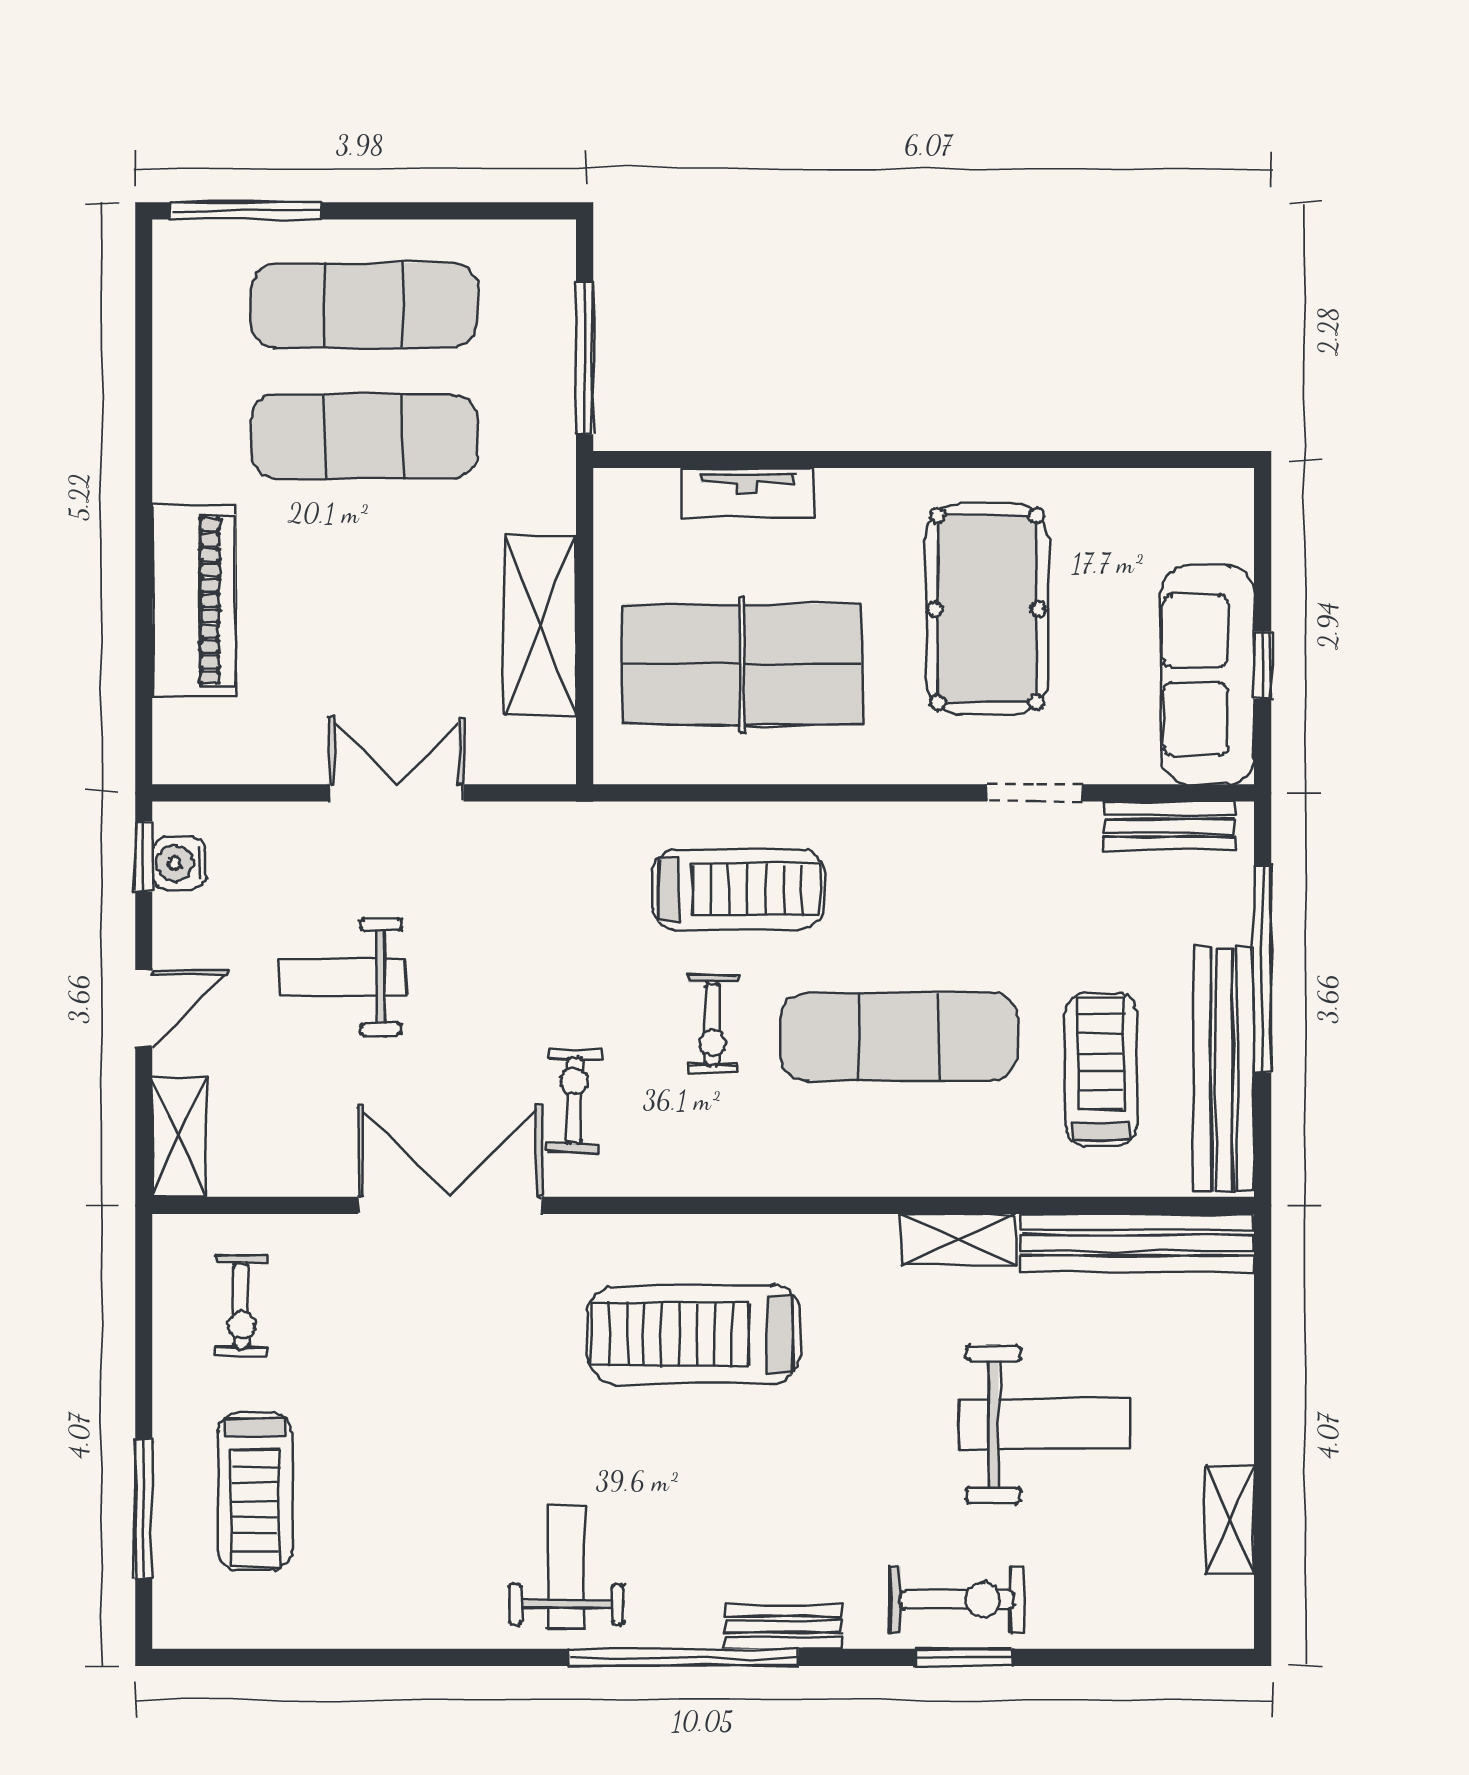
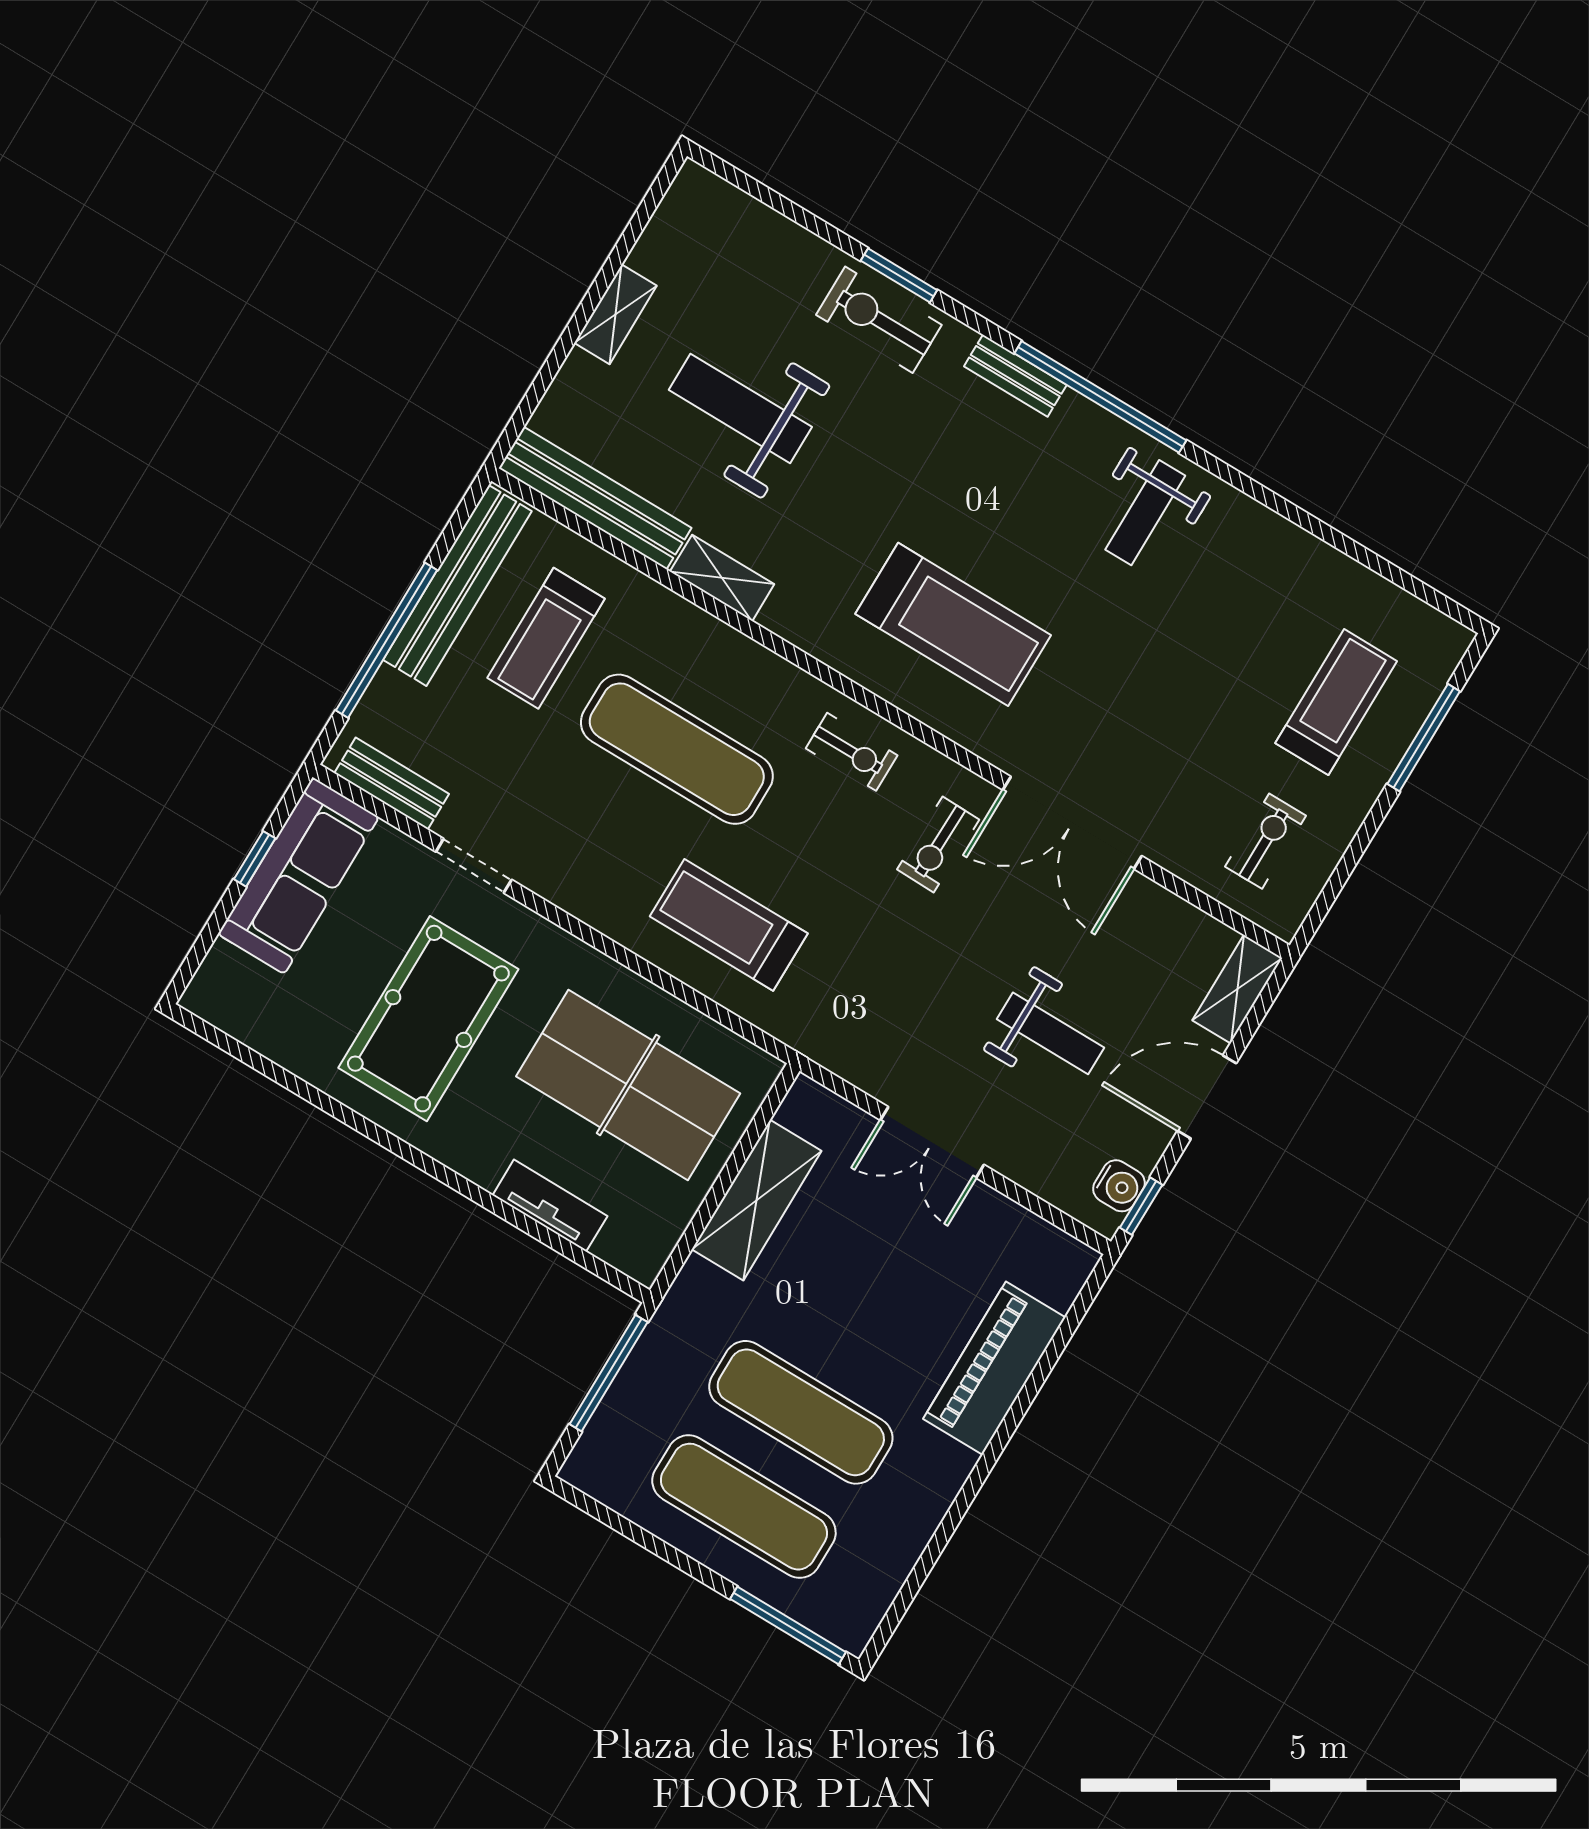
door: (144, 1008) -> (1207, 1097), width x1.38
exercise bike: (713, 1024) -> (852, 752), moved, turned 90
shelving: (1230, 1520) -> (616, 314), moved

